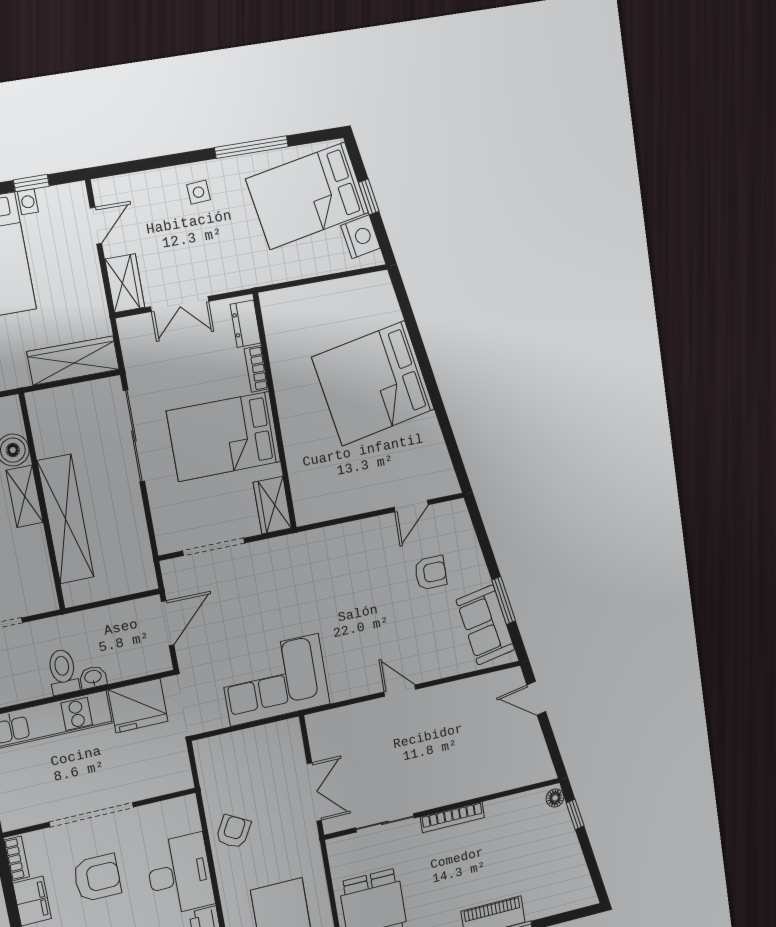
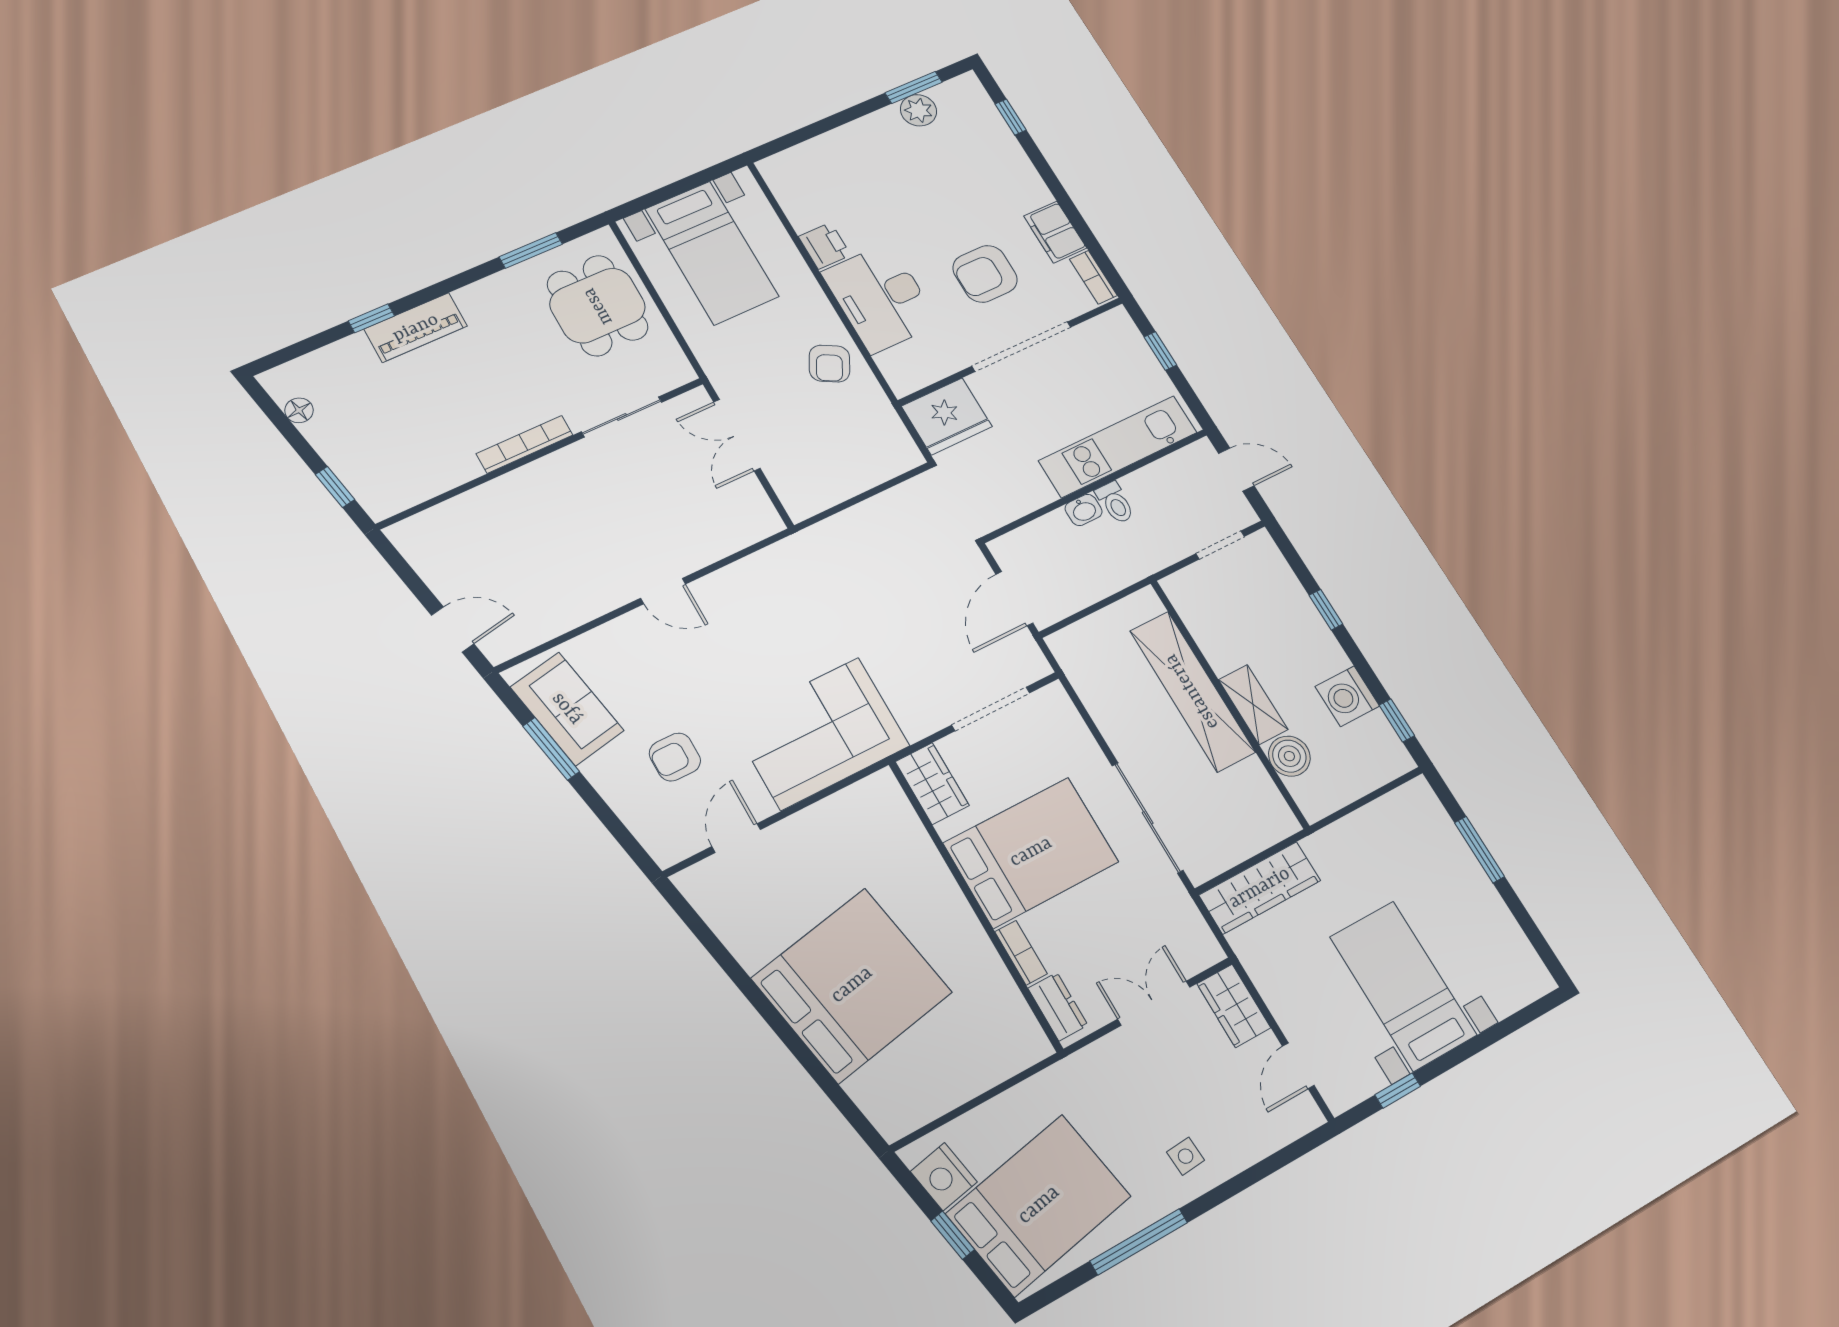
toilet: (63, 672) -> (1115, 503), width x0.73, depth x0.72
corner sofa: (275, 680) -> (820, 733), moved, turned 180
fridge: (138, 706) -> (947, 416), moved, turned 180
floor lamp: (555, 798) -> (299, 410), moved

